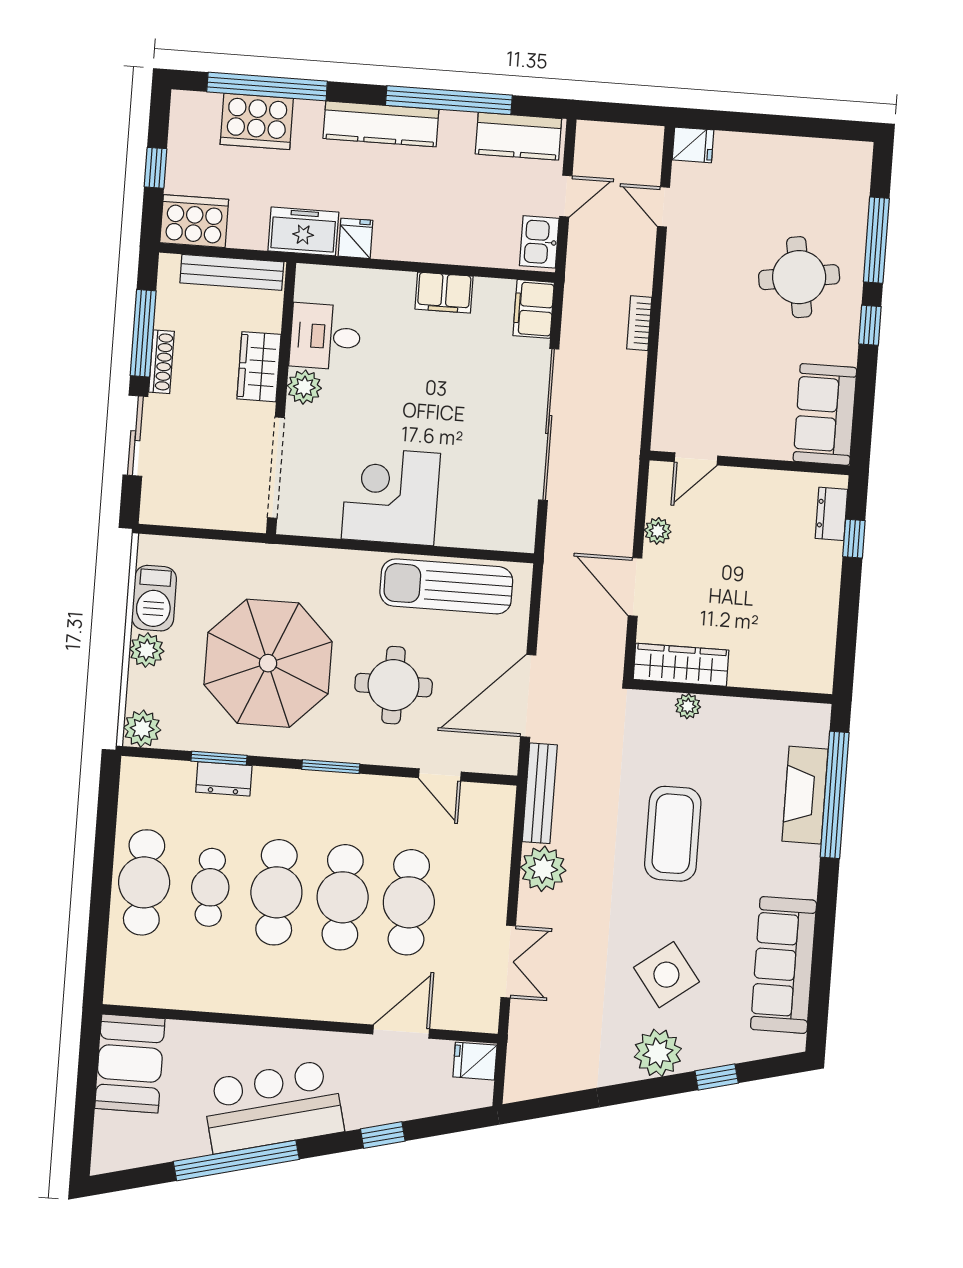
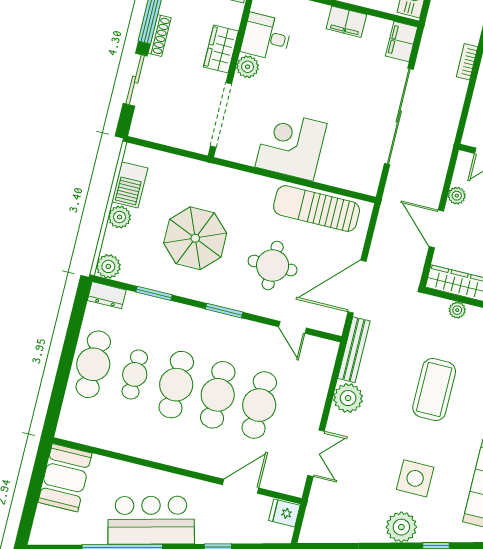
parasol: (268, 663) -> (195, 238), width x0.73, depth x0.73
dresser: (224, 779) -> (107, 295), moved
side table: (666, 975) -> (415, 478), turned 37

